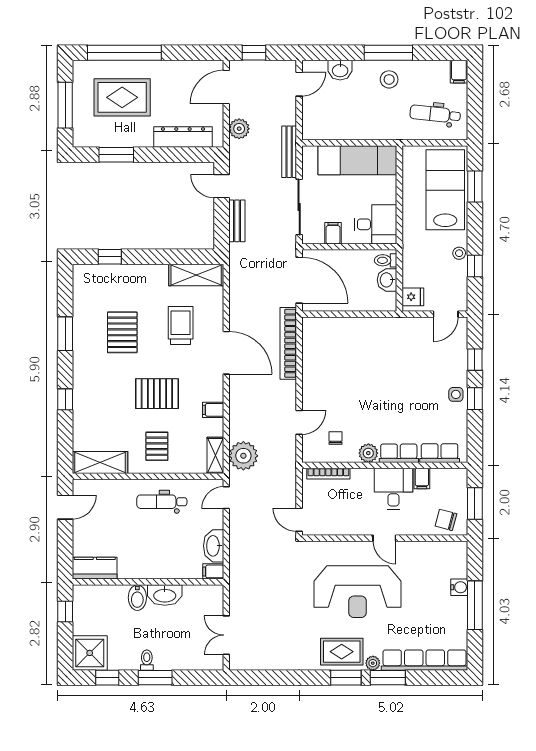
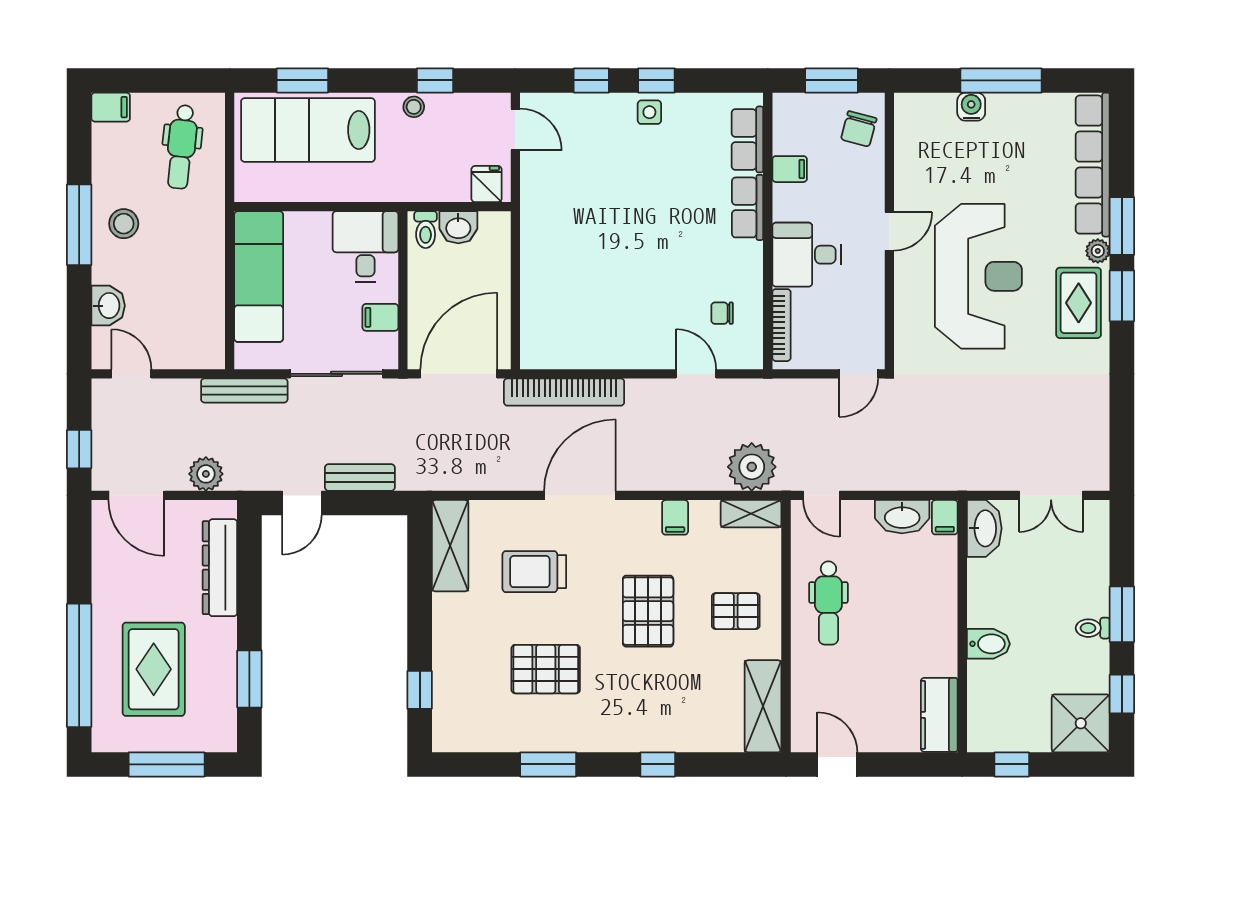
plant: (368, 453) -> (747, 258), removed
desk: (393, 489) -> (807, 255), moved
washbasin: (165, 595) -> (984, 528), moved

